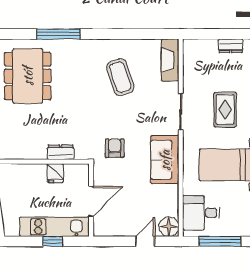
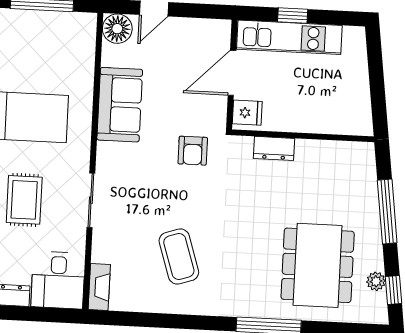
fireplace: (170, 60) -> (99, 287), width x0.73, depth x0.76
sofa: (165, 160) -> (120, 105), moved
fridge: (55, 173) -> (247, 113), moved, turned 90
desk: (201, 213) -> (58, 280), moved, turned 90

